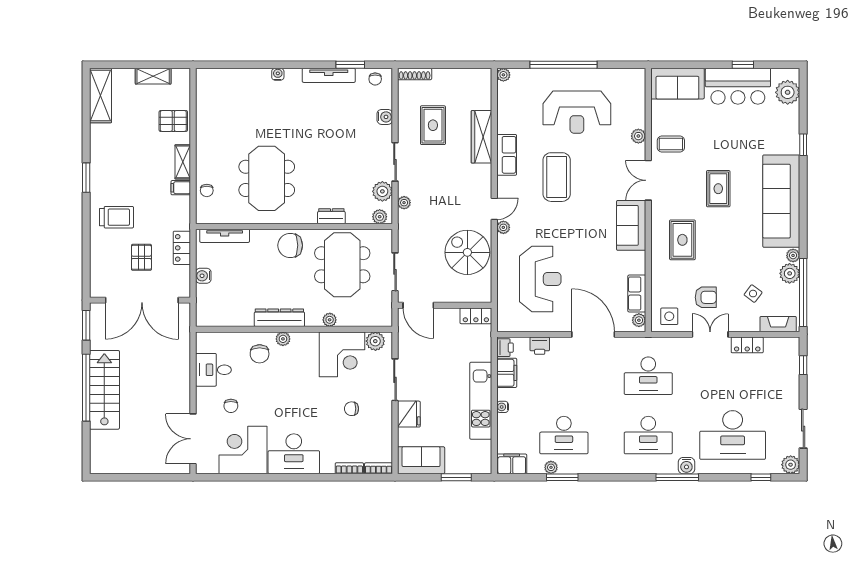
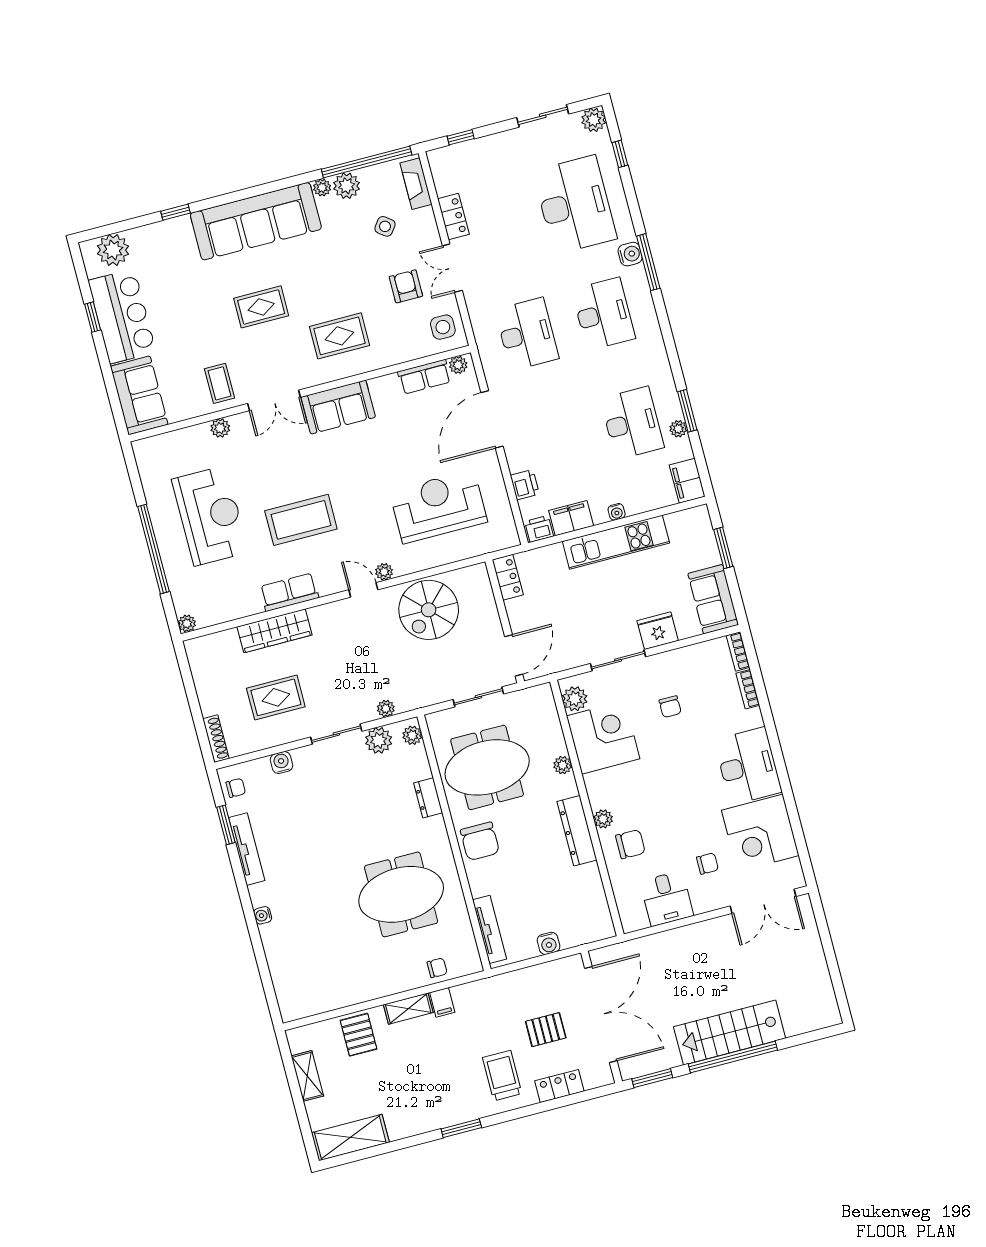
locker: (182, 248) -> (559, 1086), moved, turned 180

